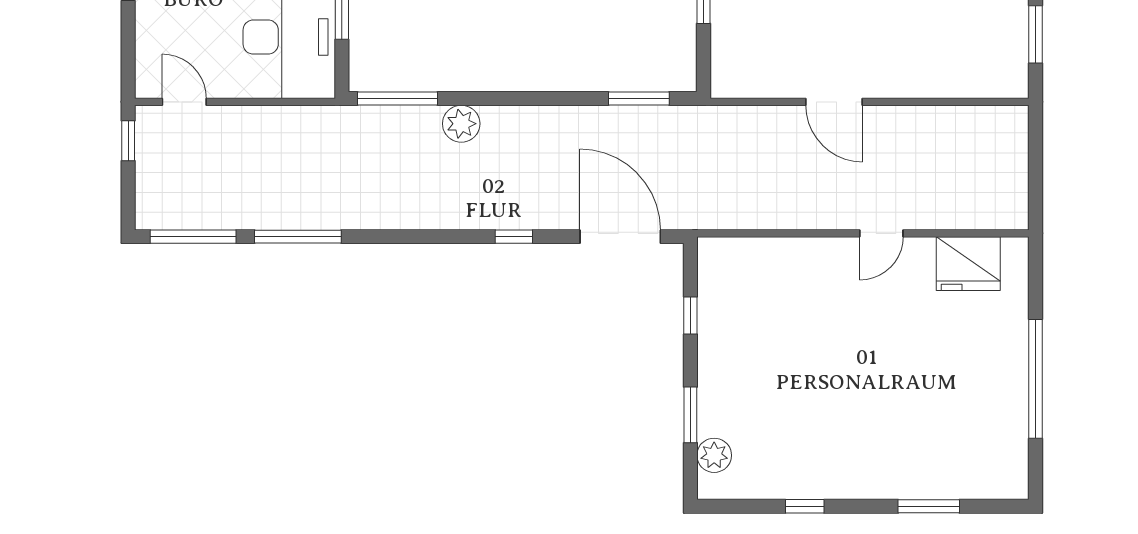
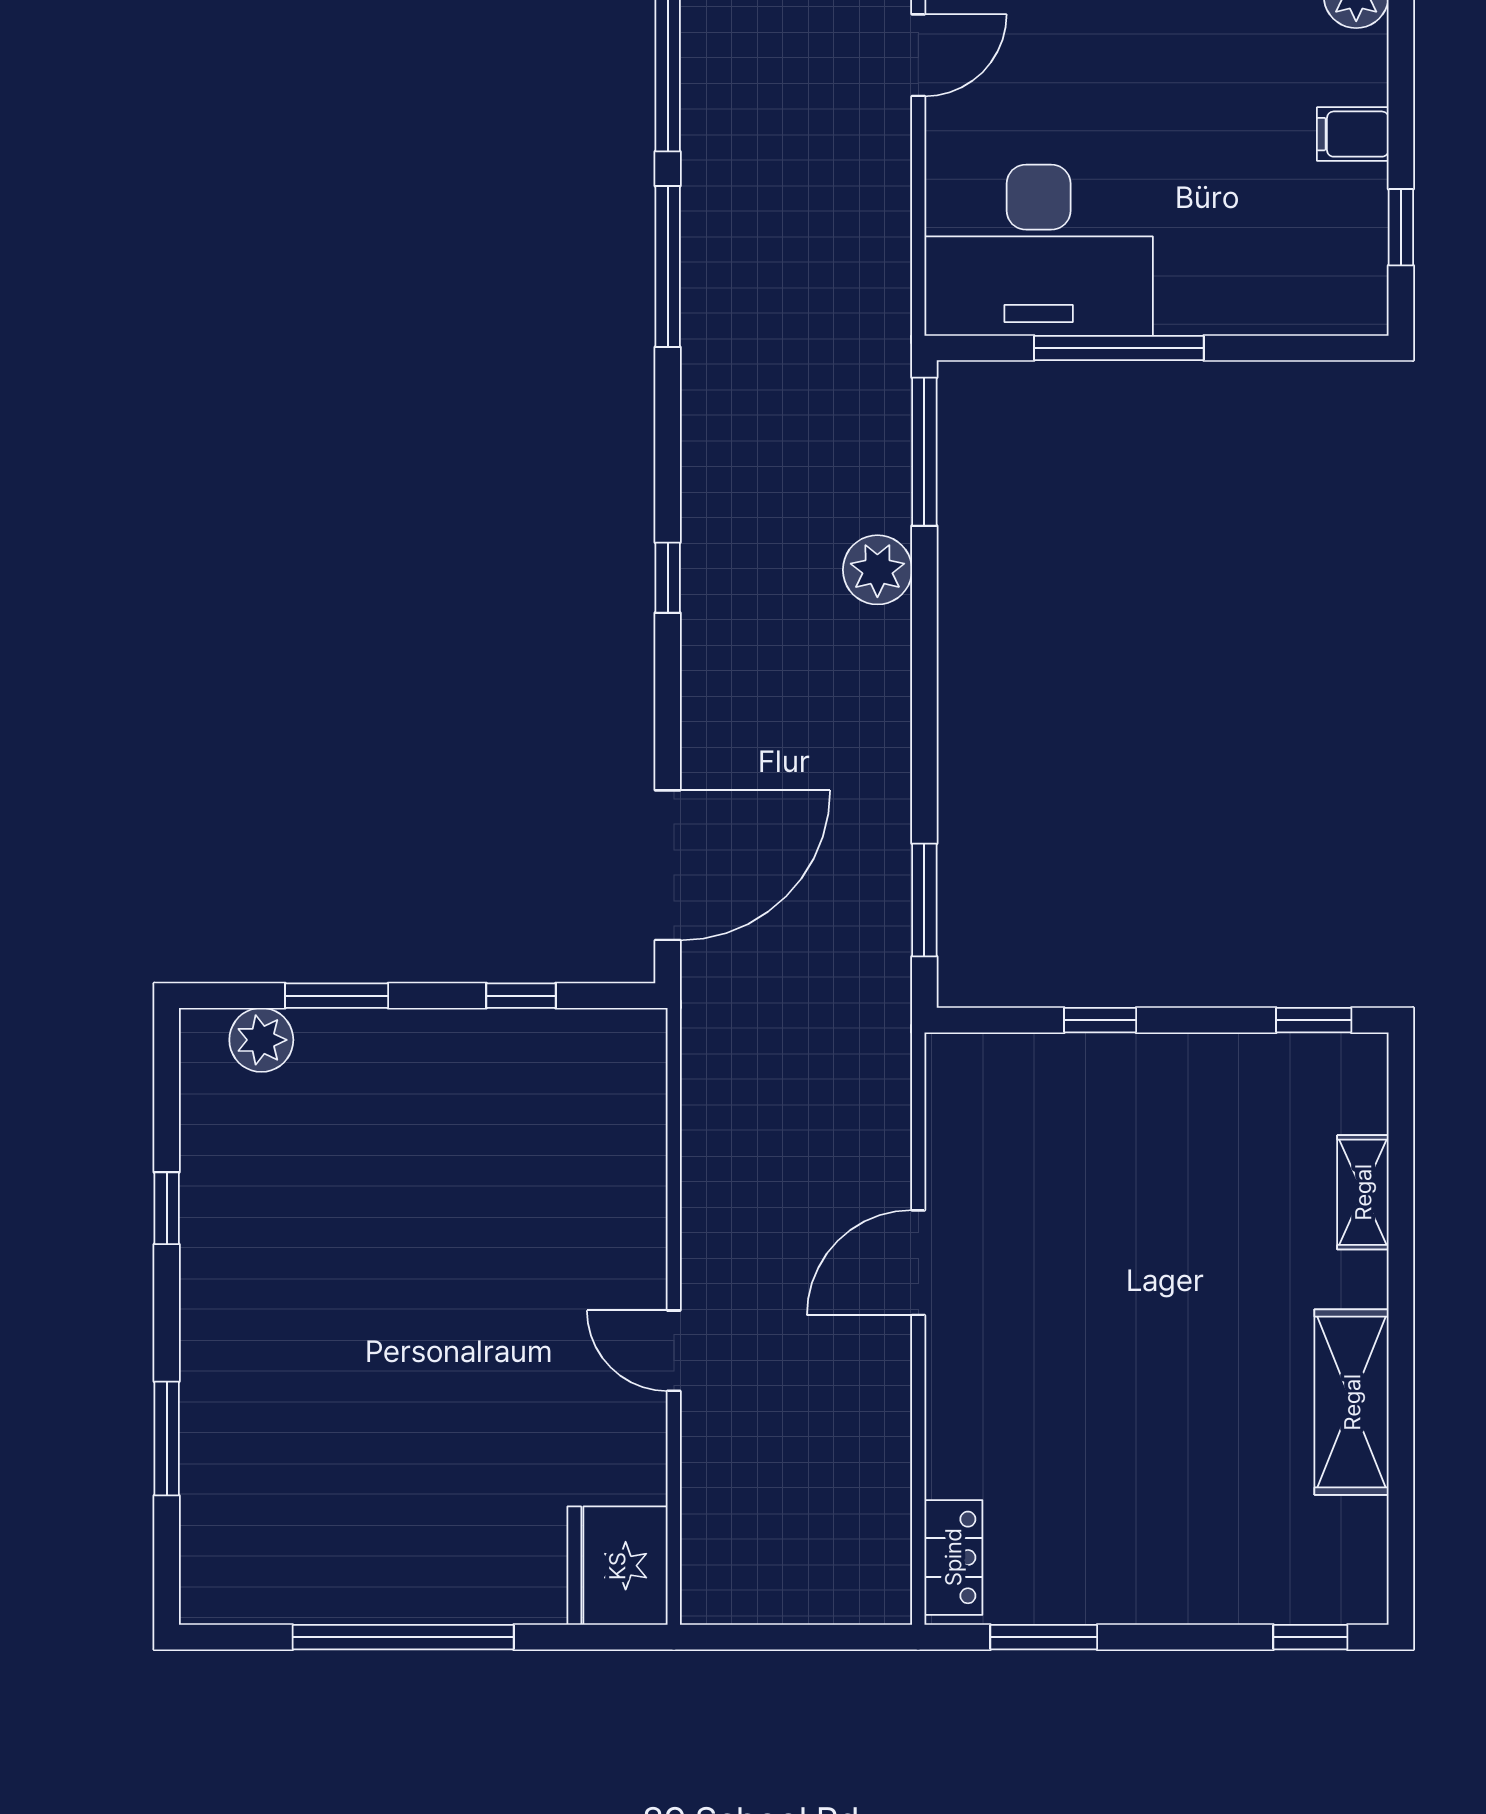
locker: (993, 83) -> (953, 1557), added
window: (514, 237) -> (668, 578), moved
fridge: (968, 264) -> (617, 1566), moved

